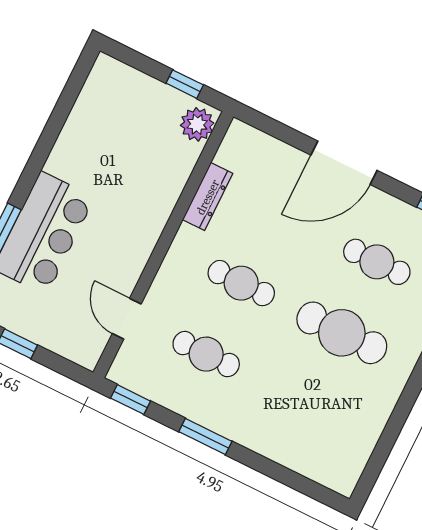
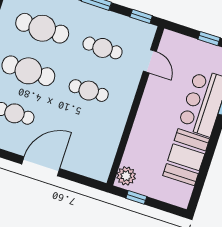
booth: (87, 142) -> (186, 157), added
dresser: (208, 197) -> (114, 136), removed
cafe table: (307, 404) -> (42, 28), added

